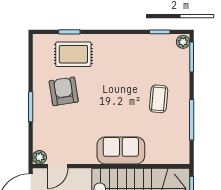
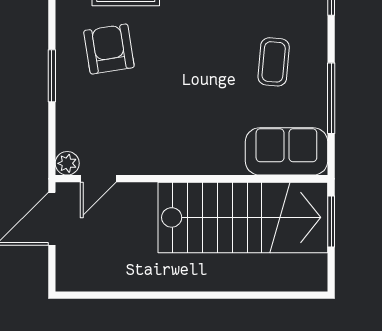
sofa: (121, 150) -> (286, 151), moved

